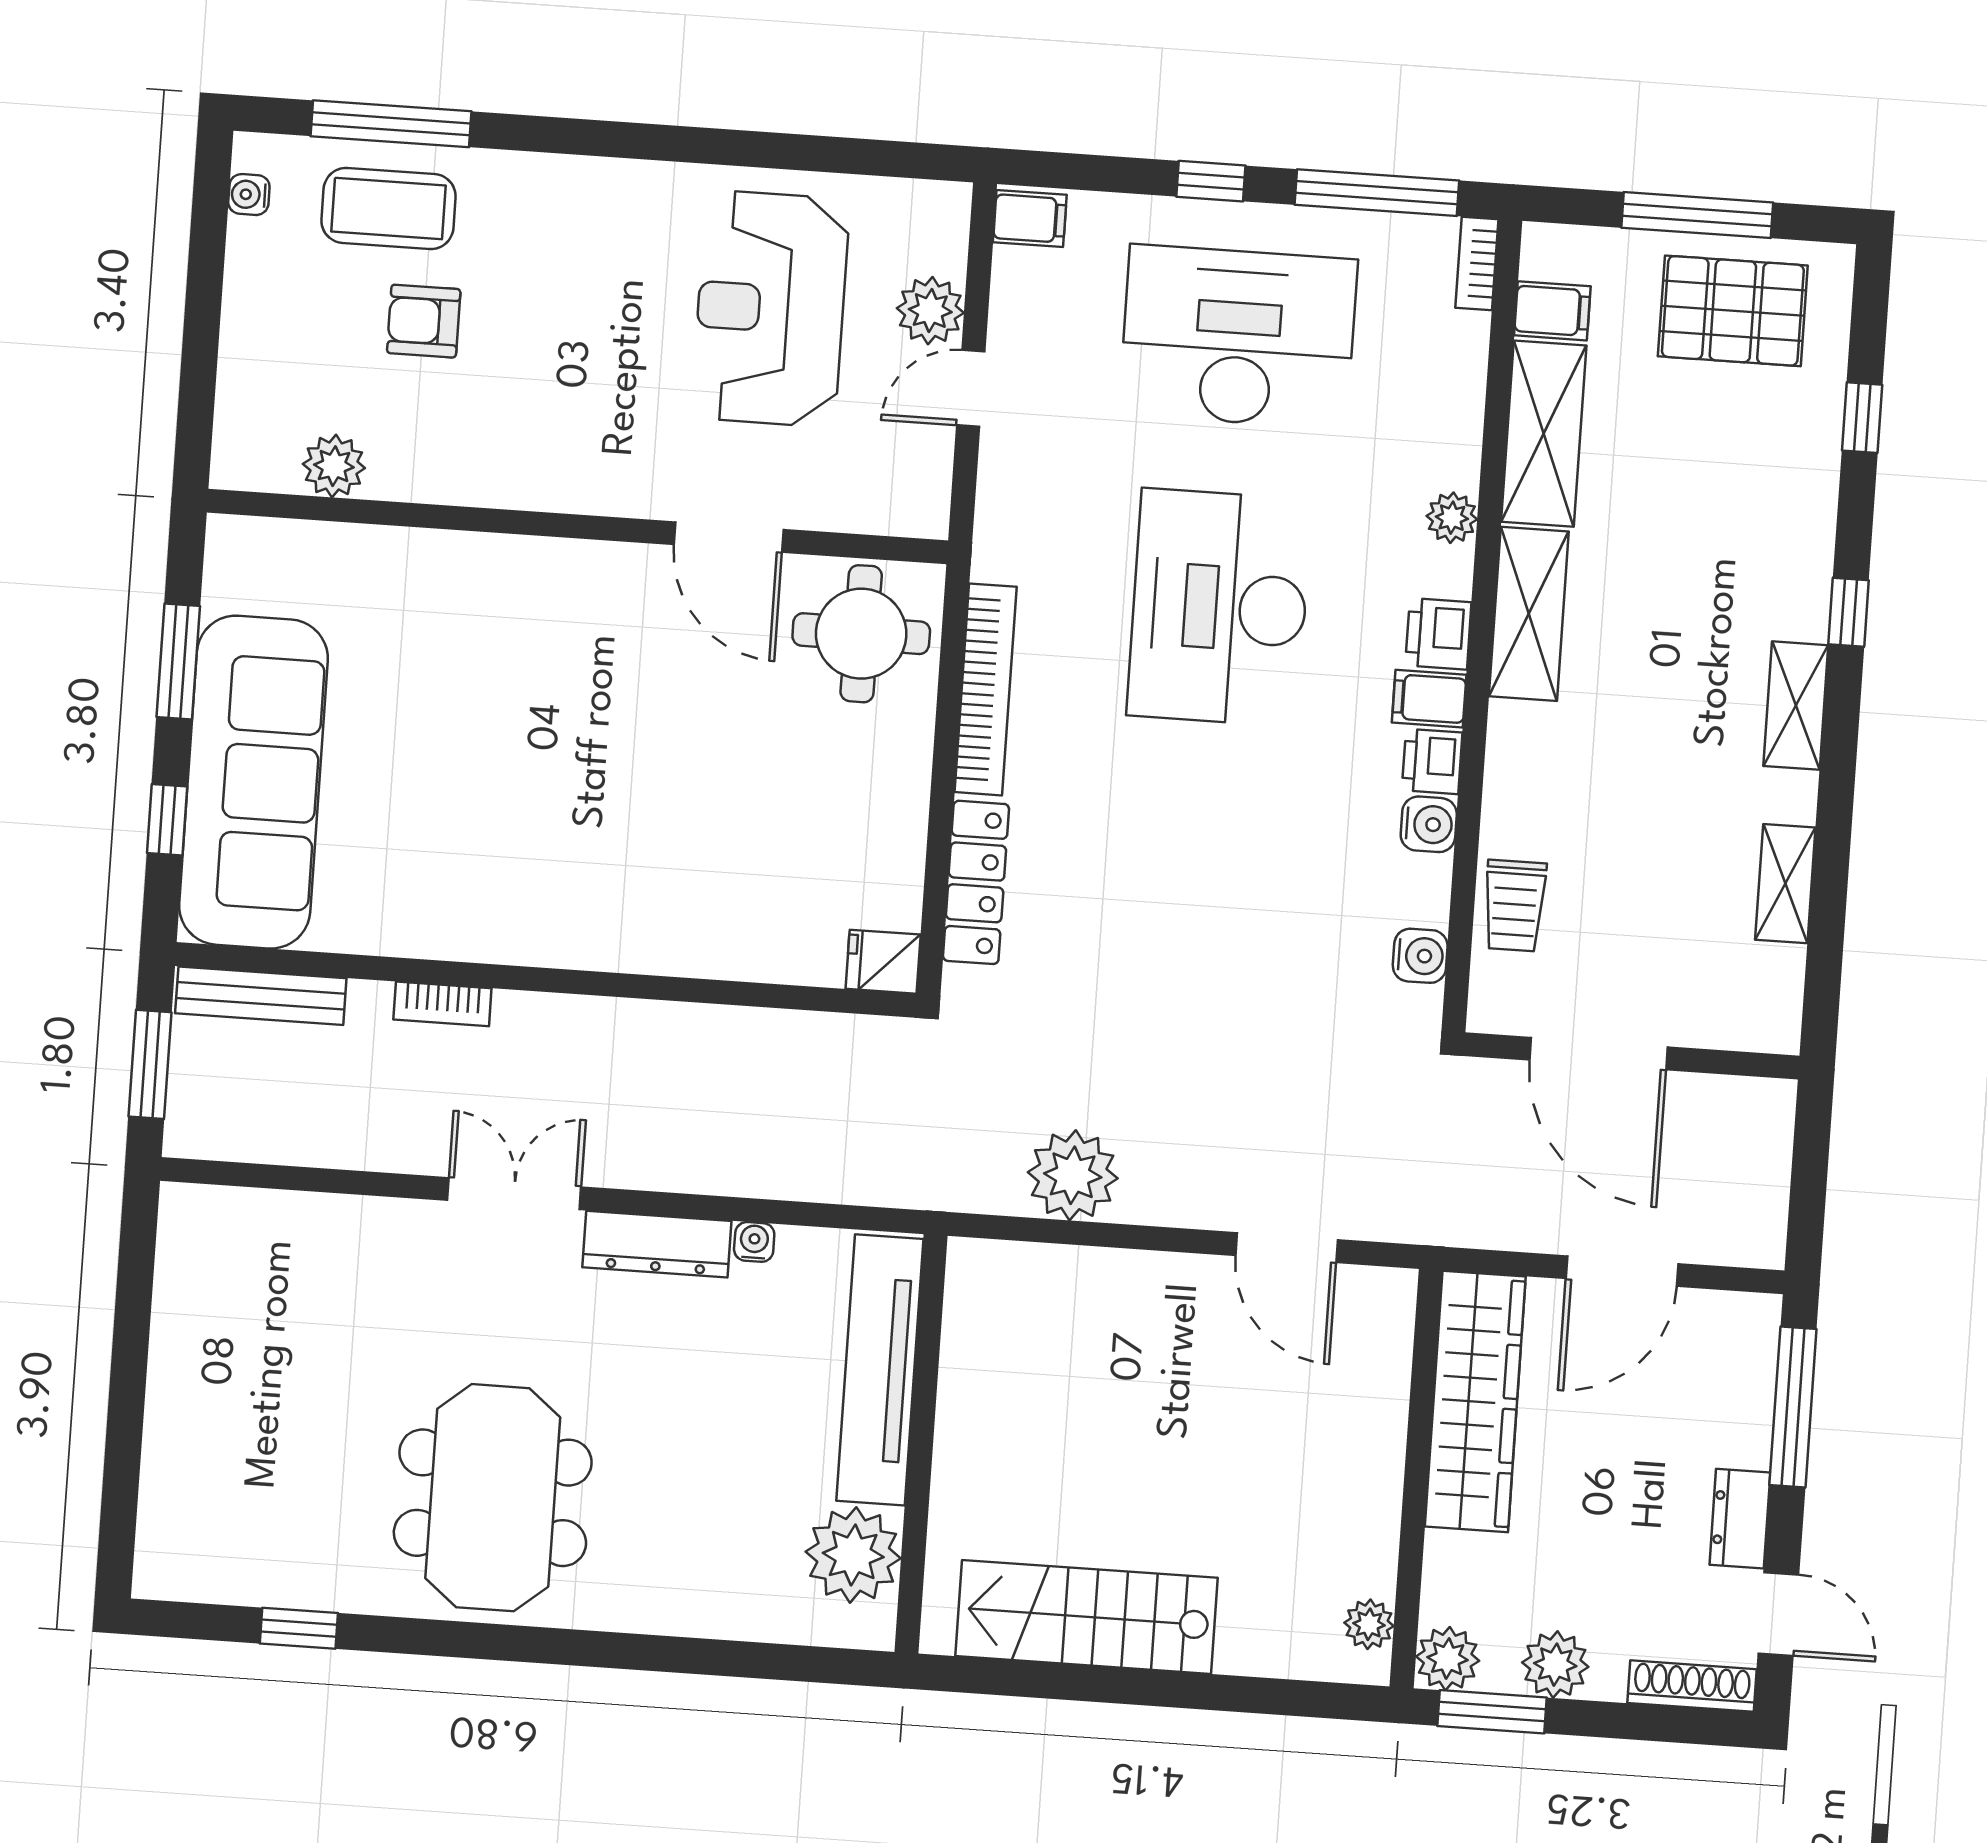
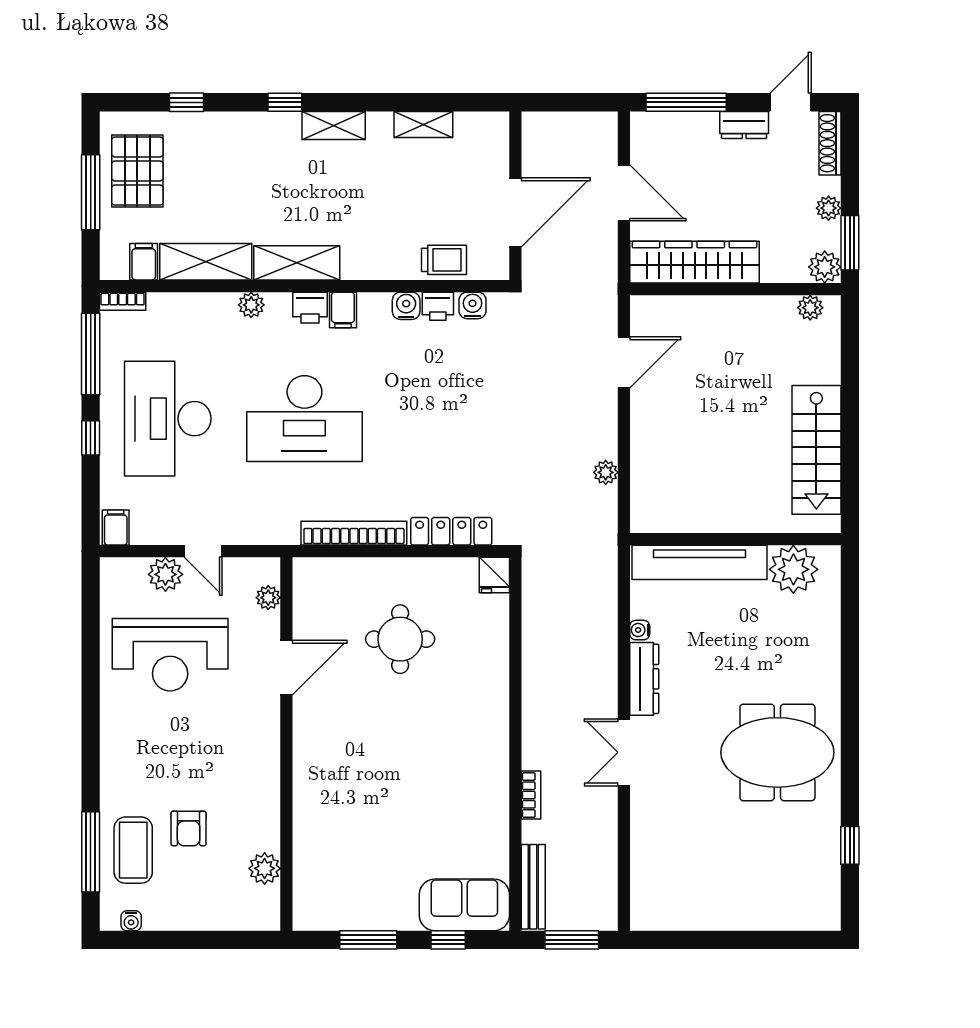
plant: (870, 511) -> (268, 598), added
round table: (861, 634) -> (400, 639), moved
printer: (1432, 761) -> (438, 306), moved
sofa: (253, 782) -> (464, 905), width x0.54, depth x0.79
plant: (1073, 1175) -> (606, 472), width x0.53, depth x0.53
plant: (1555, 1665) -> (829, 208), width x0.73, depth x0.73

